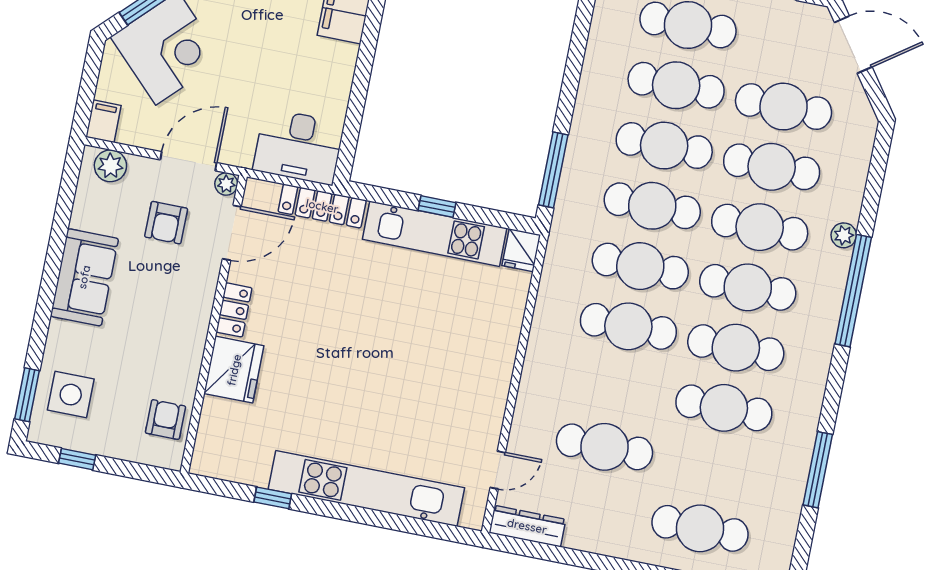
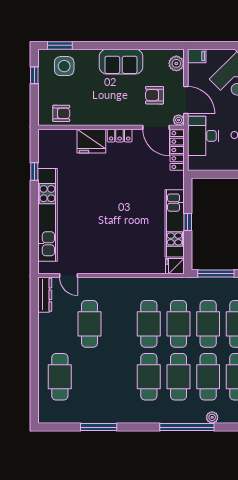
desk: (299, 147) -> (203, 136), moved
locker: (322, 206) -> (177, 150), moved
cafe table: (724, 408) -> (119, 377), removed

